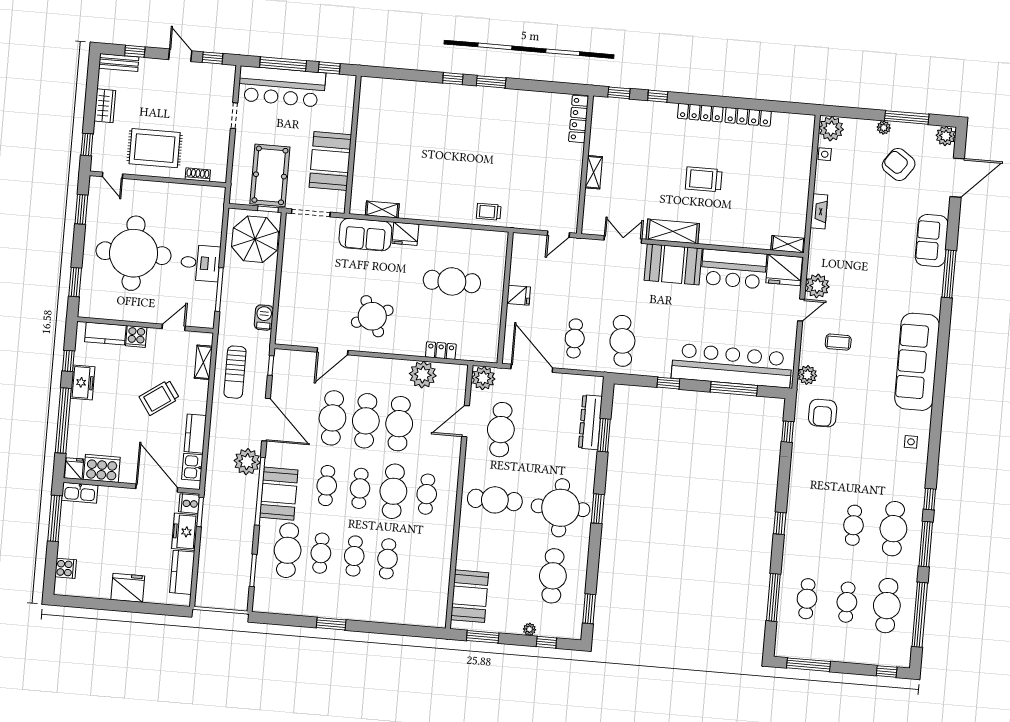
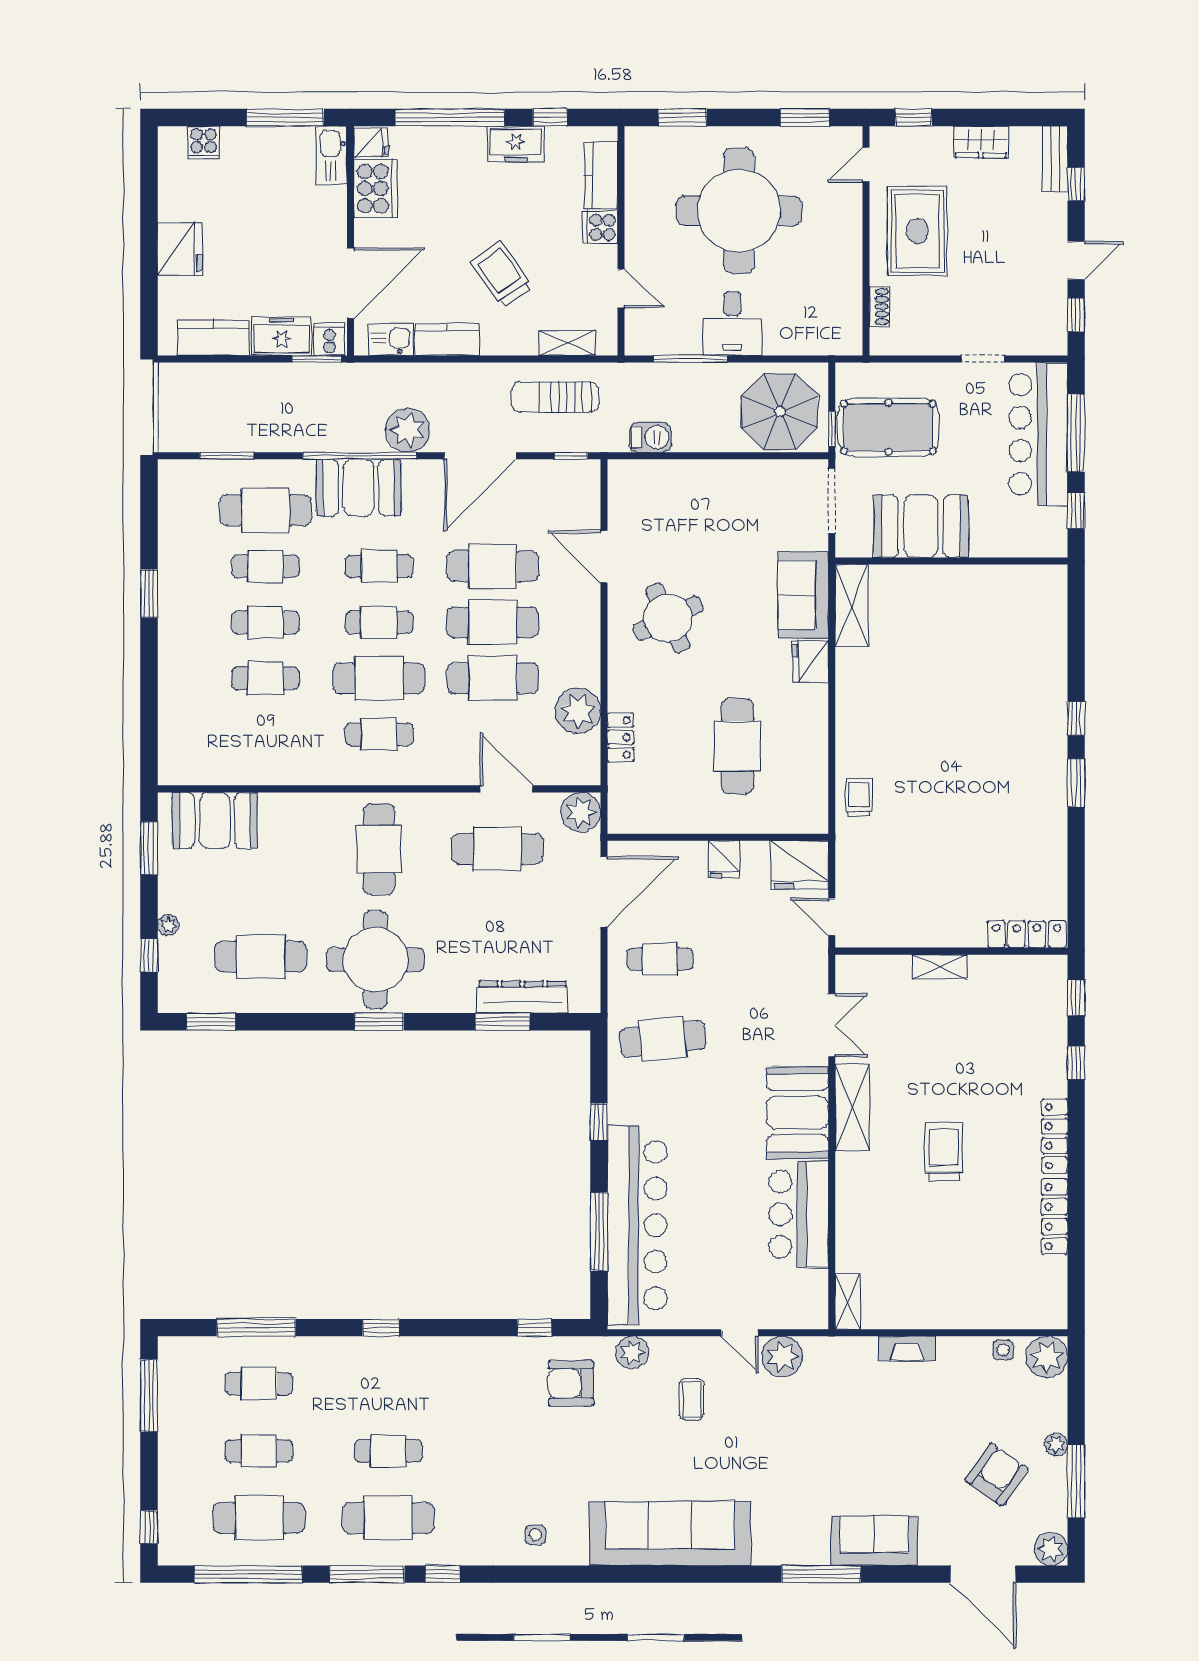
shelving: (382, 210) -> (852, 606), width x1.50, depth x1.33
fridge: (784, 270) -> (799, 865), moved, turned -90

